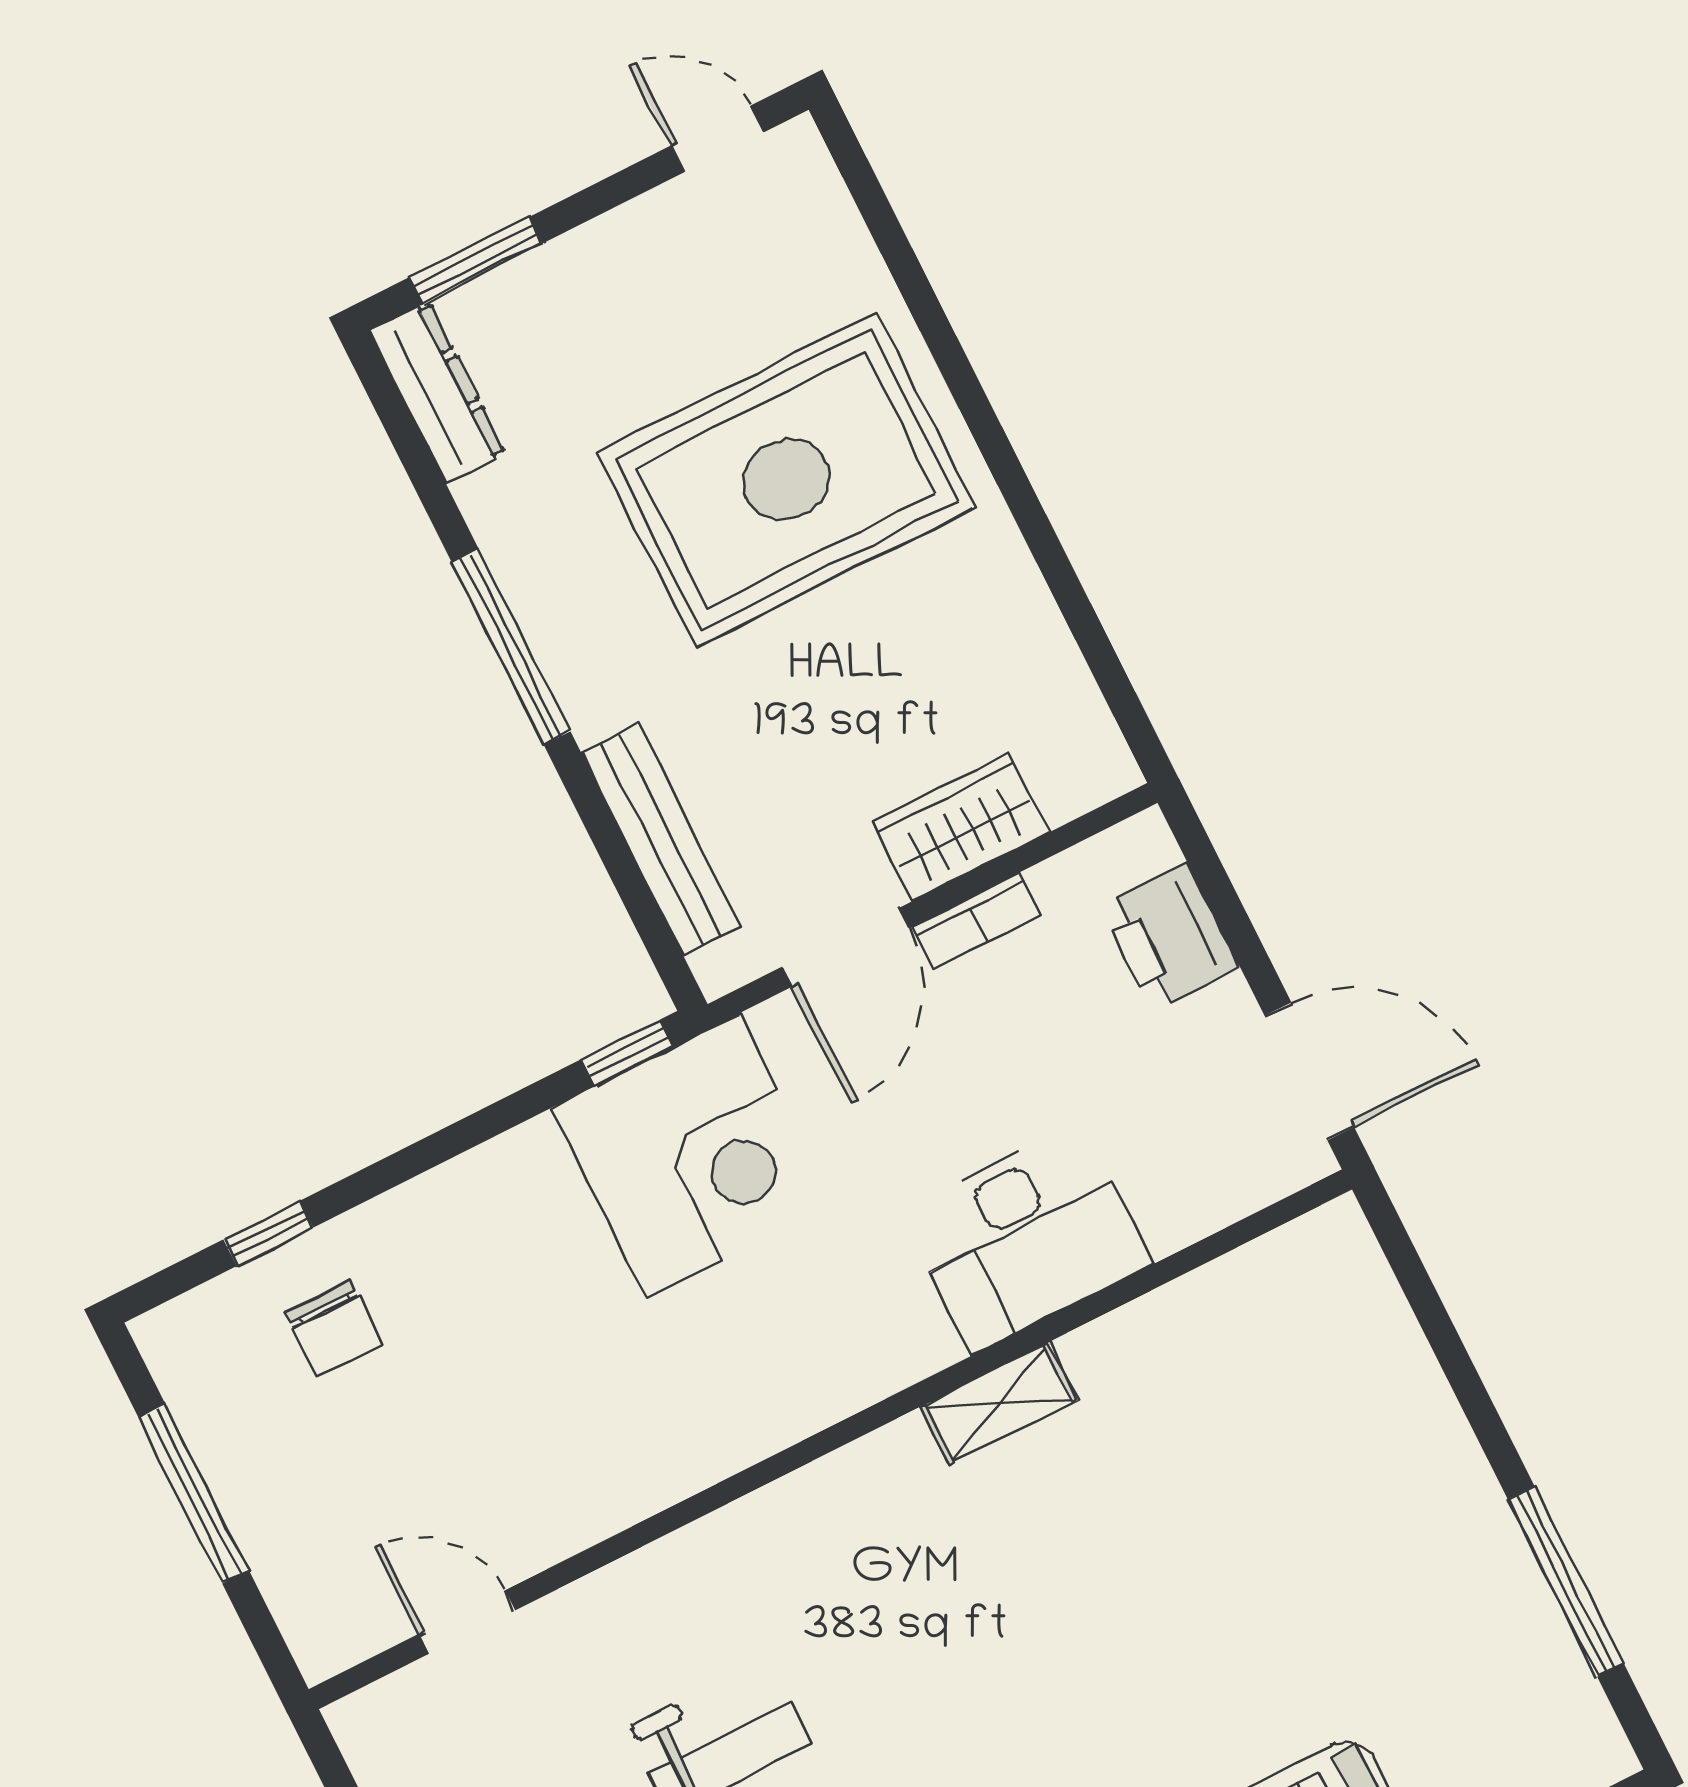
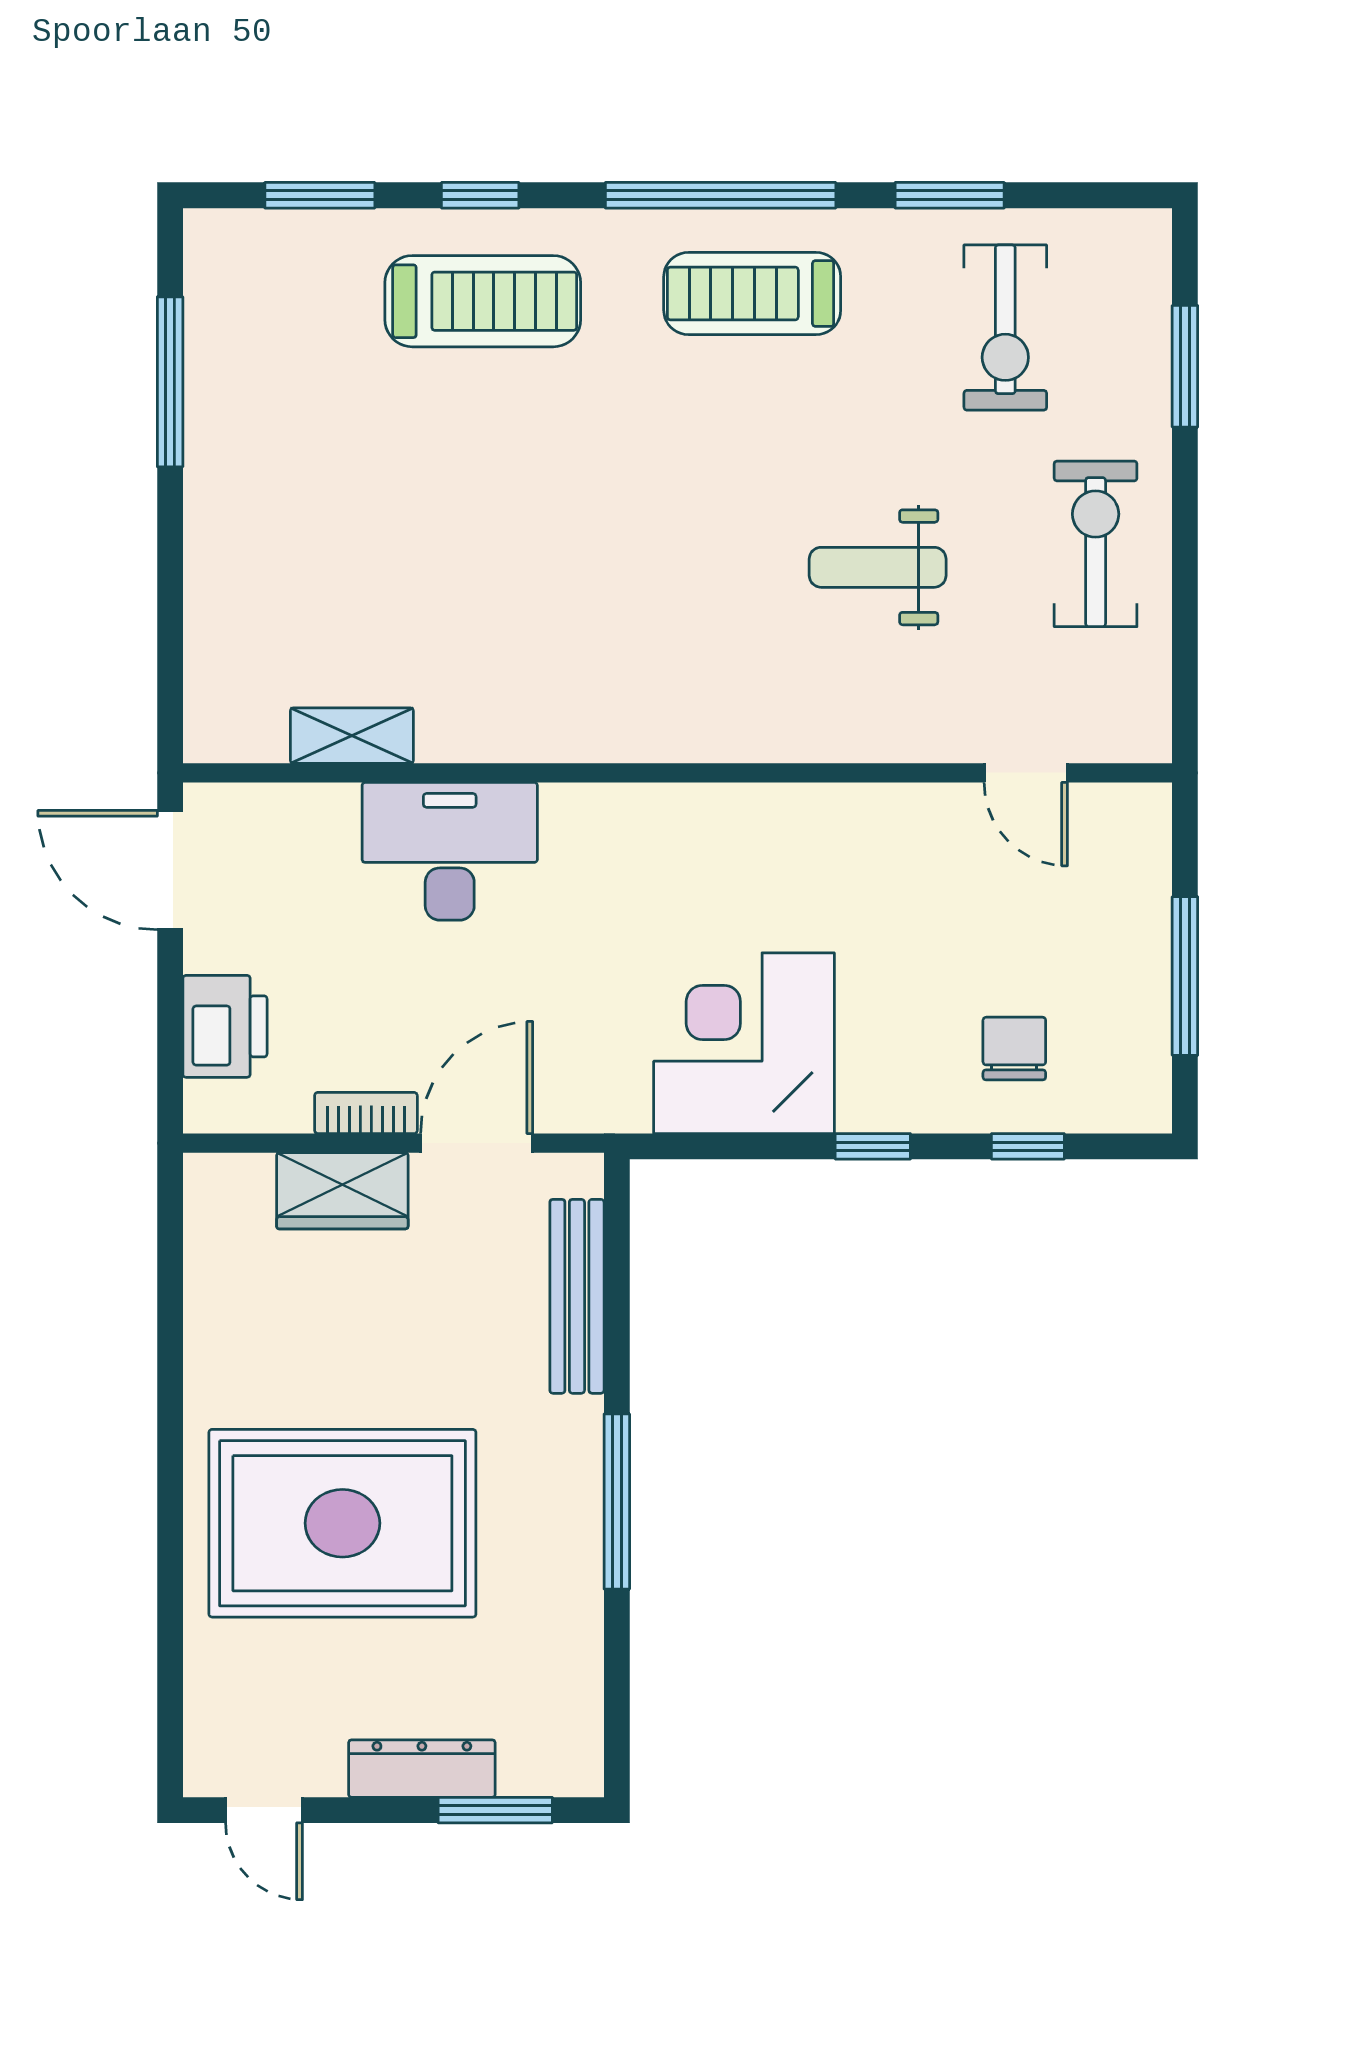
dresser: (437, 392) -> (422, 1769), moved, turned 90
window: (627, 1053) -> (873, 1146), moved
corner desk: (693, 1155) -> (744, 1043), moved
shelving: (999, 1403) -> (352, 736), moved

